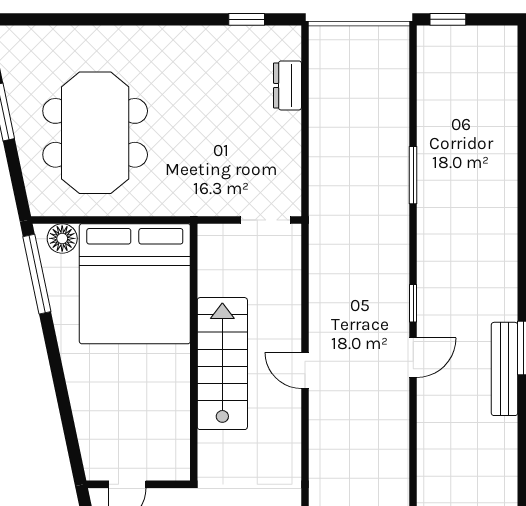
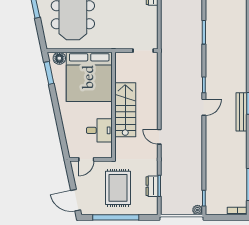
window: (37, 274) -> (49, 73), width x0.69
door: (305, 371) -> (159, 137), moved
desk: (159, 414) -> (99, 130), added

